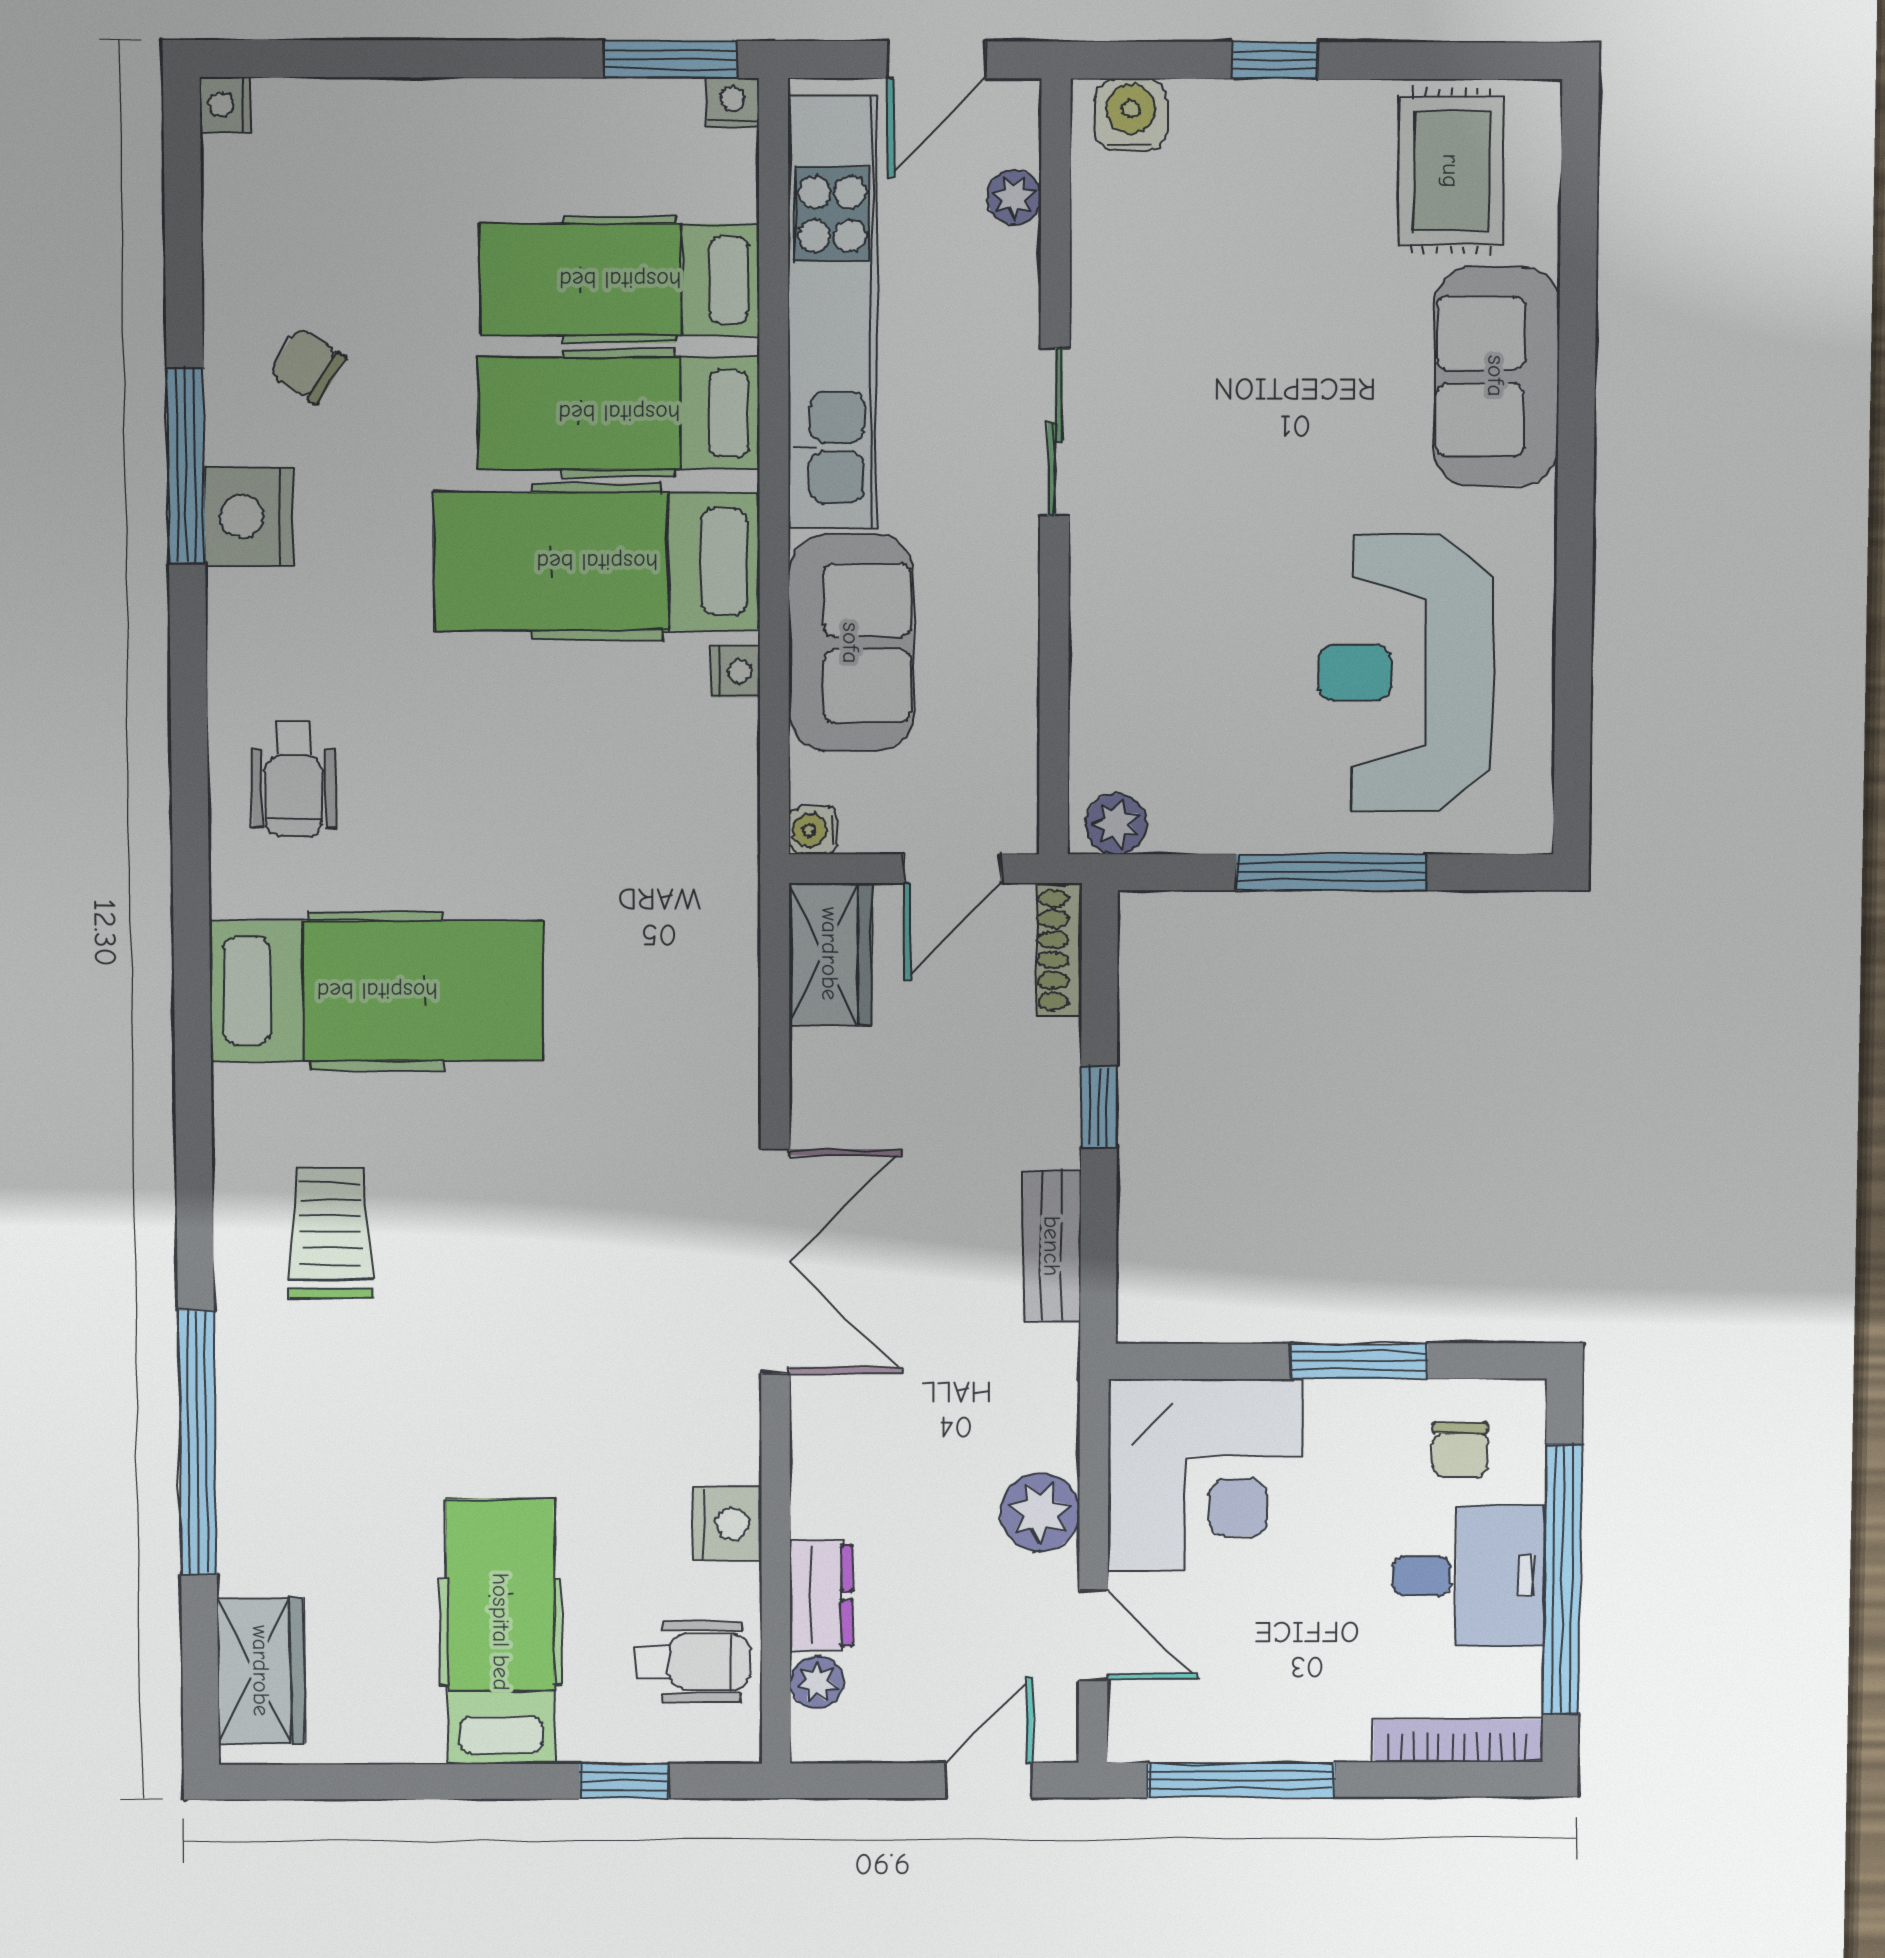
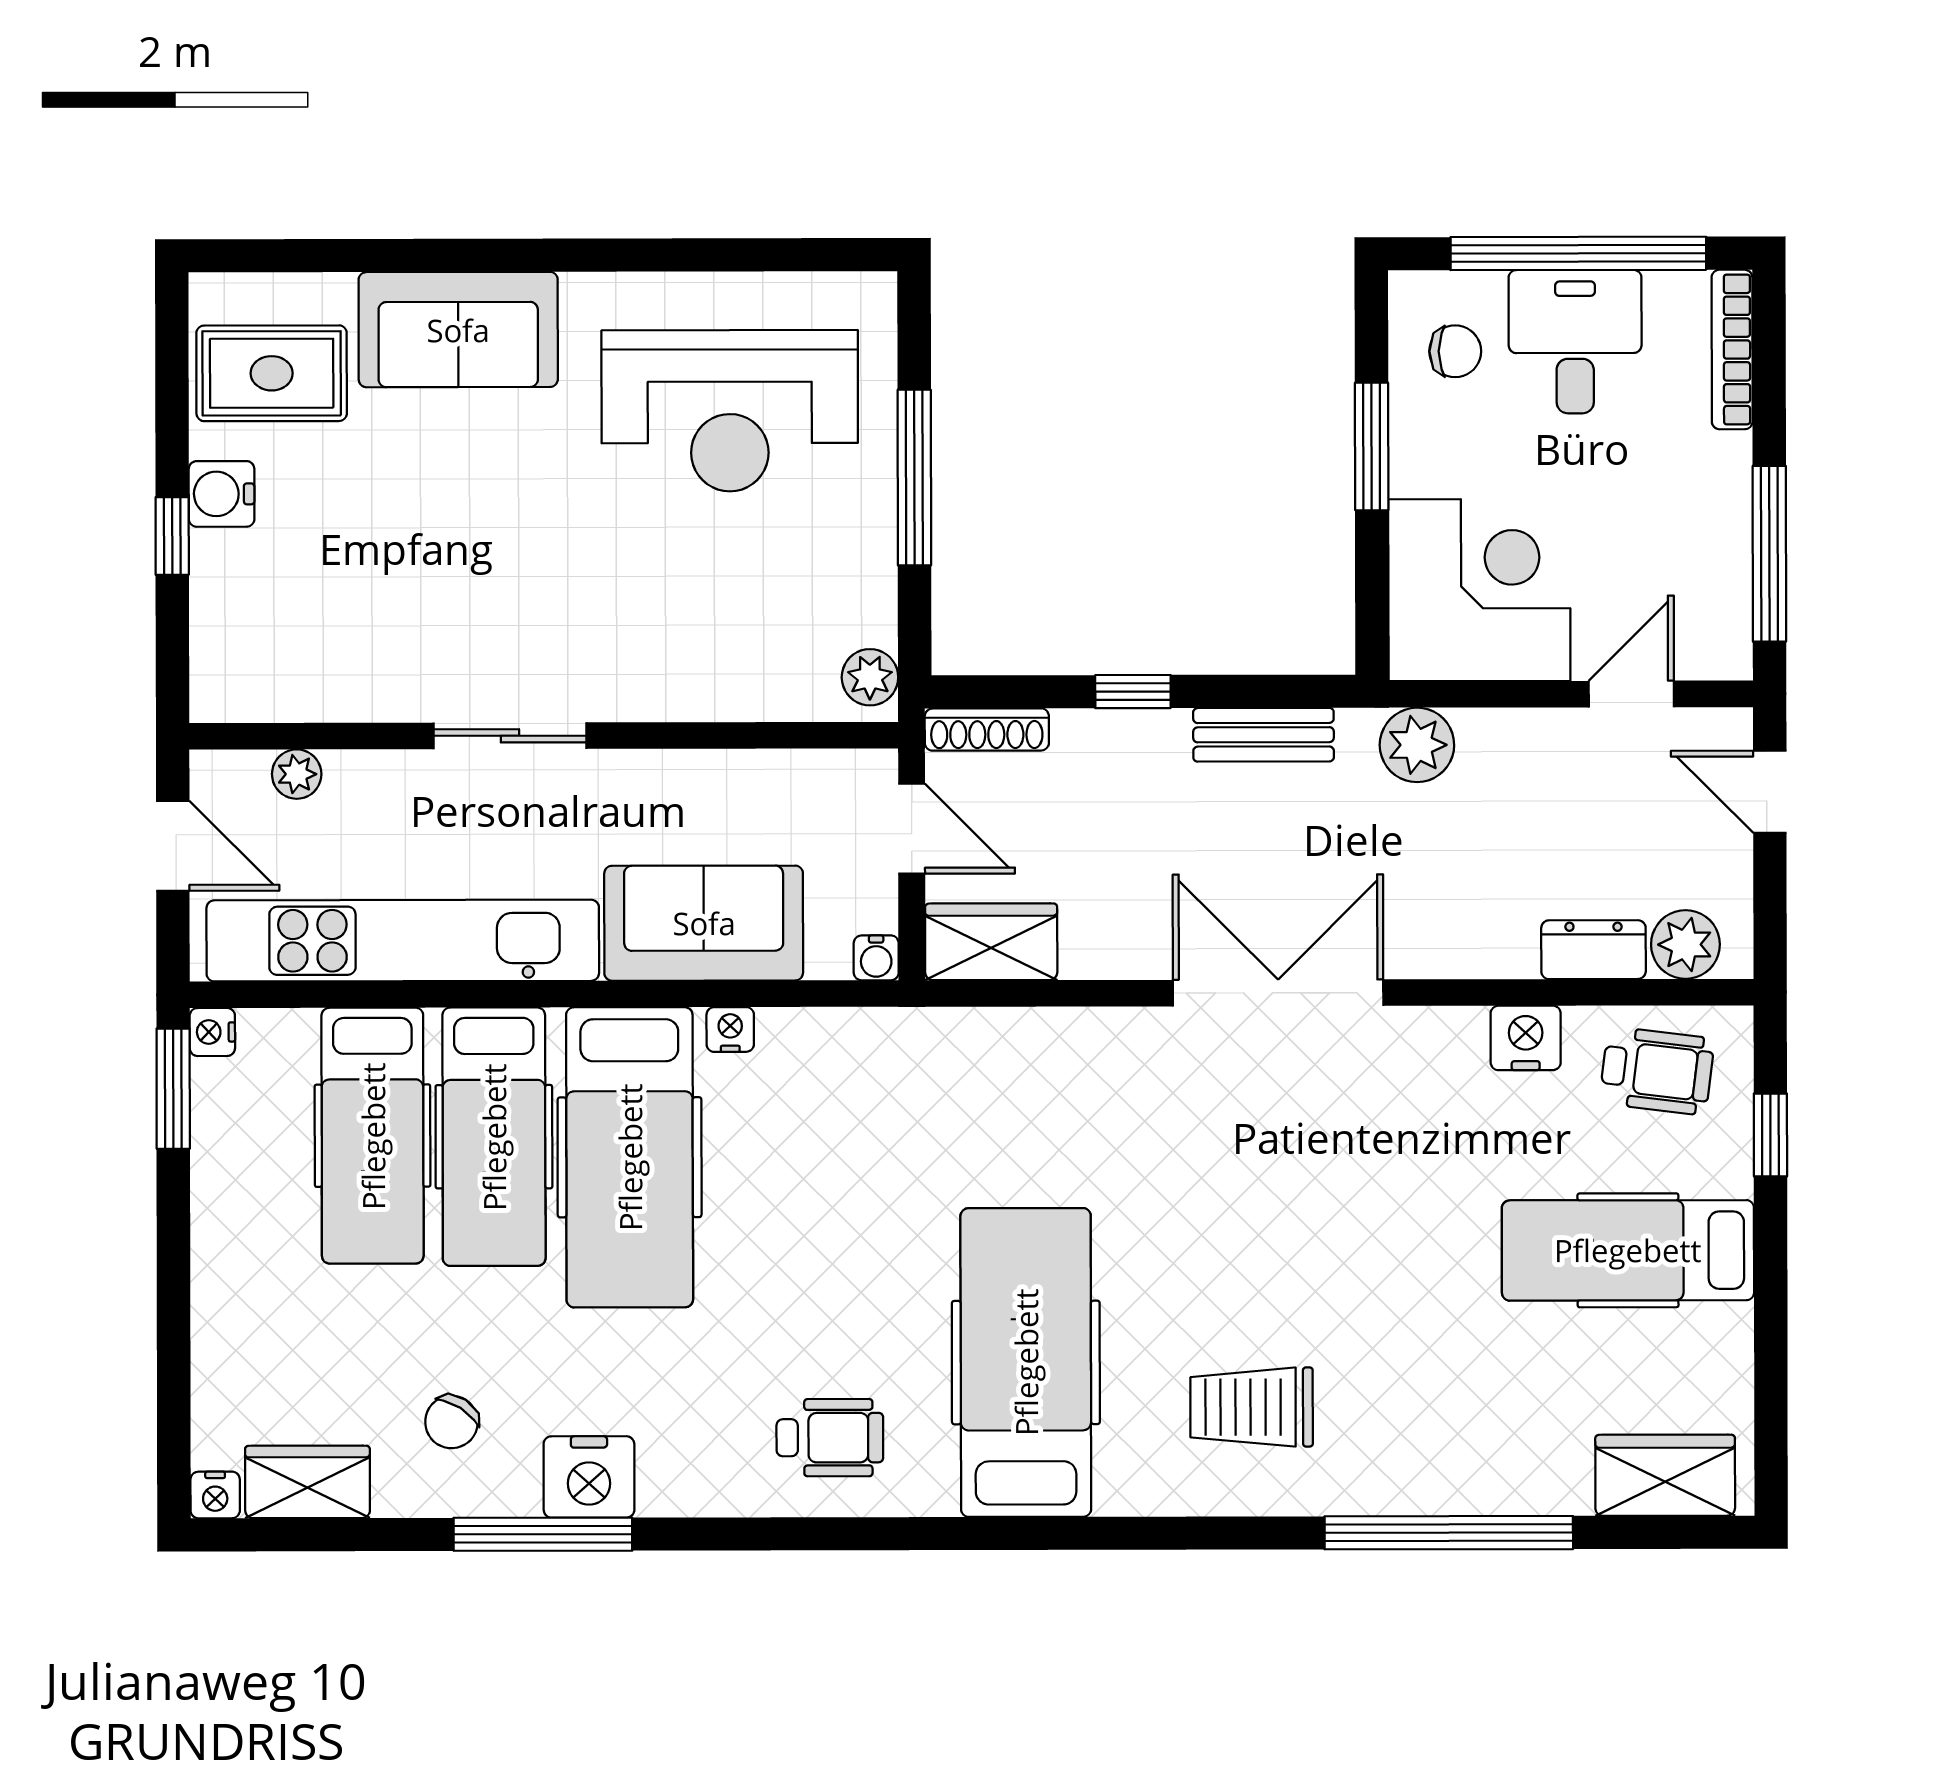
water cooler: (1131, 115) -> (222, 494), moved
wardrobe: (241, 207) -> (307, 1482), added
plant: (1040, 1512) -> (1417, 745), moved
wheelchair: (692, 1662) -> (1657, 1071), turned 97
plant: (817, 1682) -> (1685, 945), width x1.38, depth x1.38

